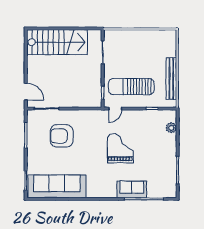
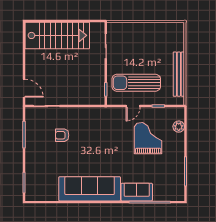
door: (115, 109) -> (133, 106), moved
armchair: (62, 136) -> (62, 135), width x0.53, depth x0.53
grand piano: (120, 148) -> (148, 138), moved
sofa: (57, 186) -> (90, 189), moved

